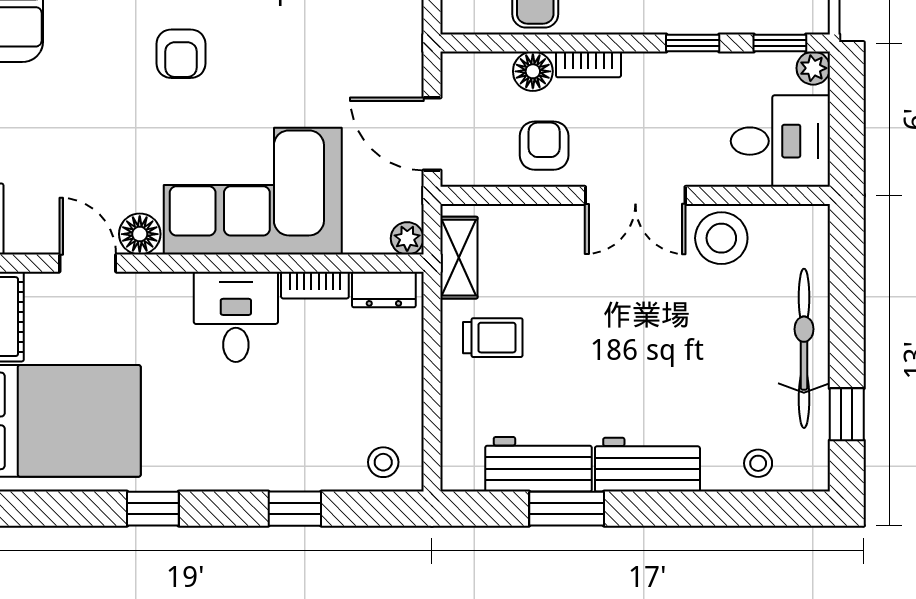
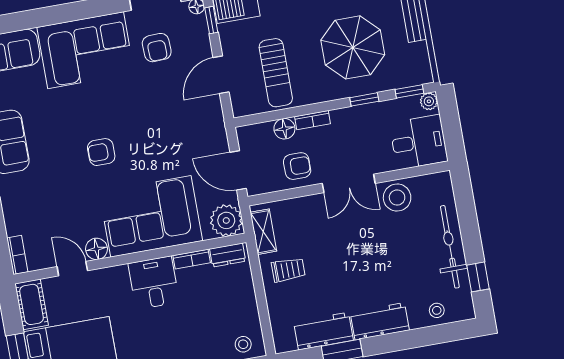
armchair: (181, 54) -> (101, 152), turned 90
armchair: (544, 146) -> (297, 166), turned 90
plant: (407, 238) -> (226, 220), width x1.87, depth x1.87

